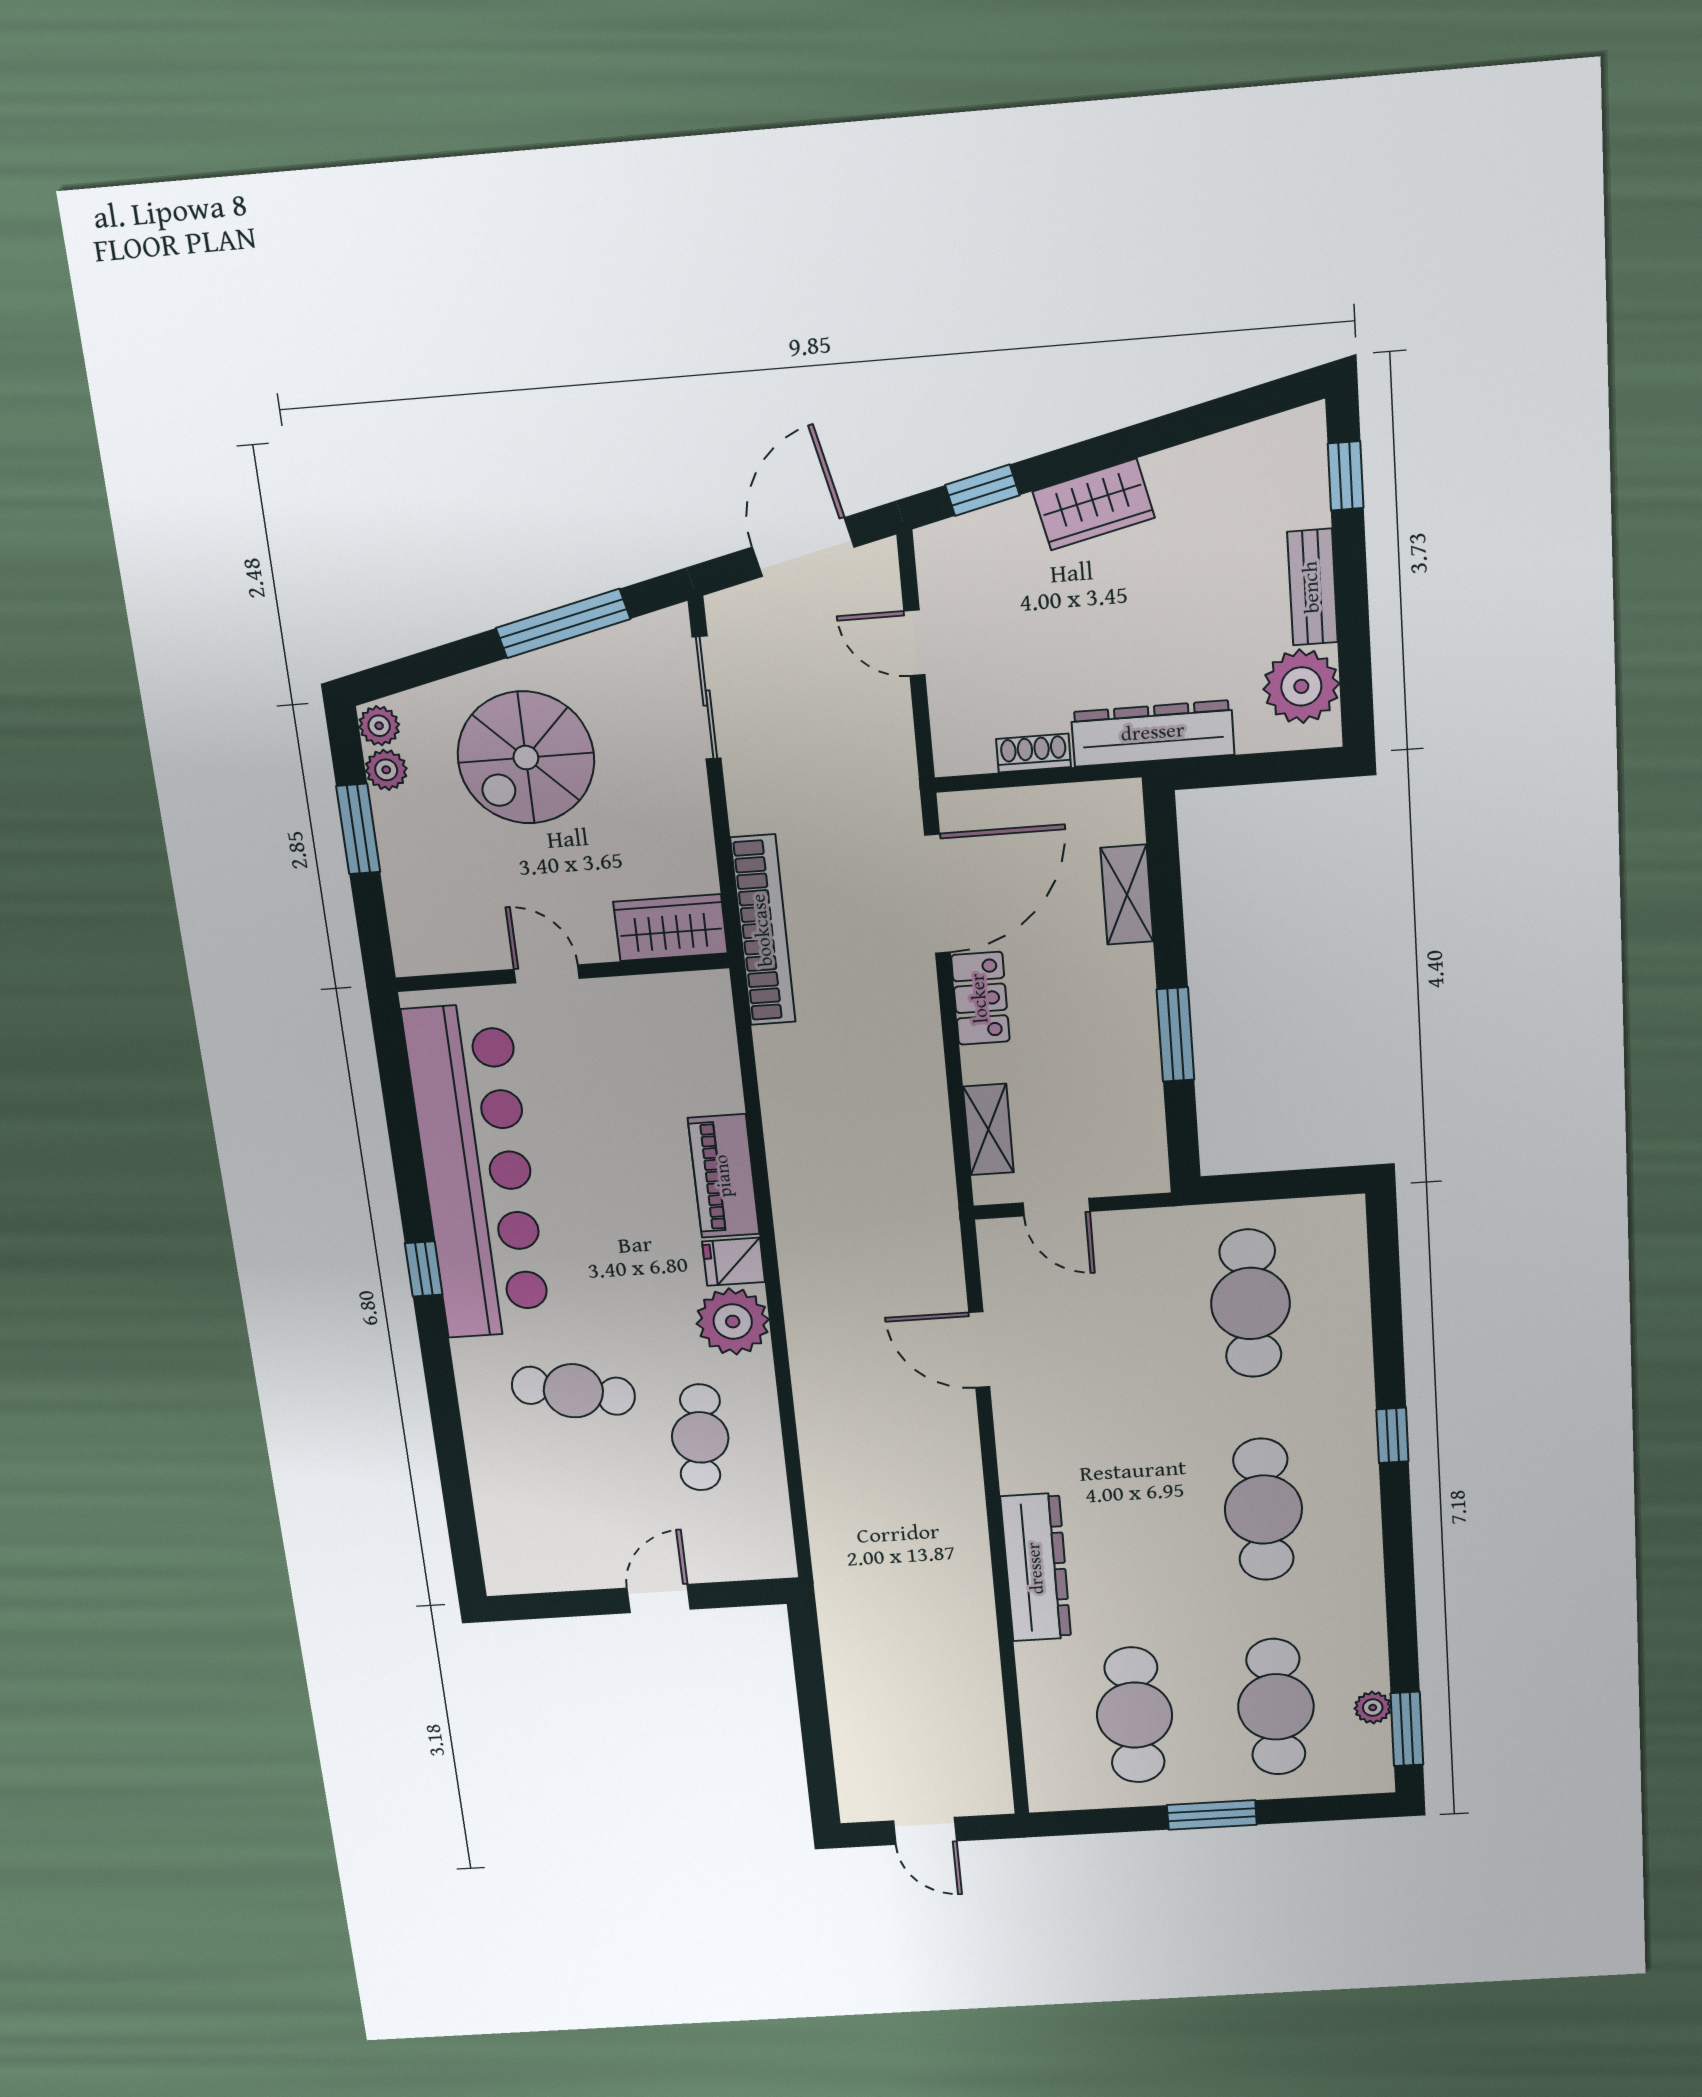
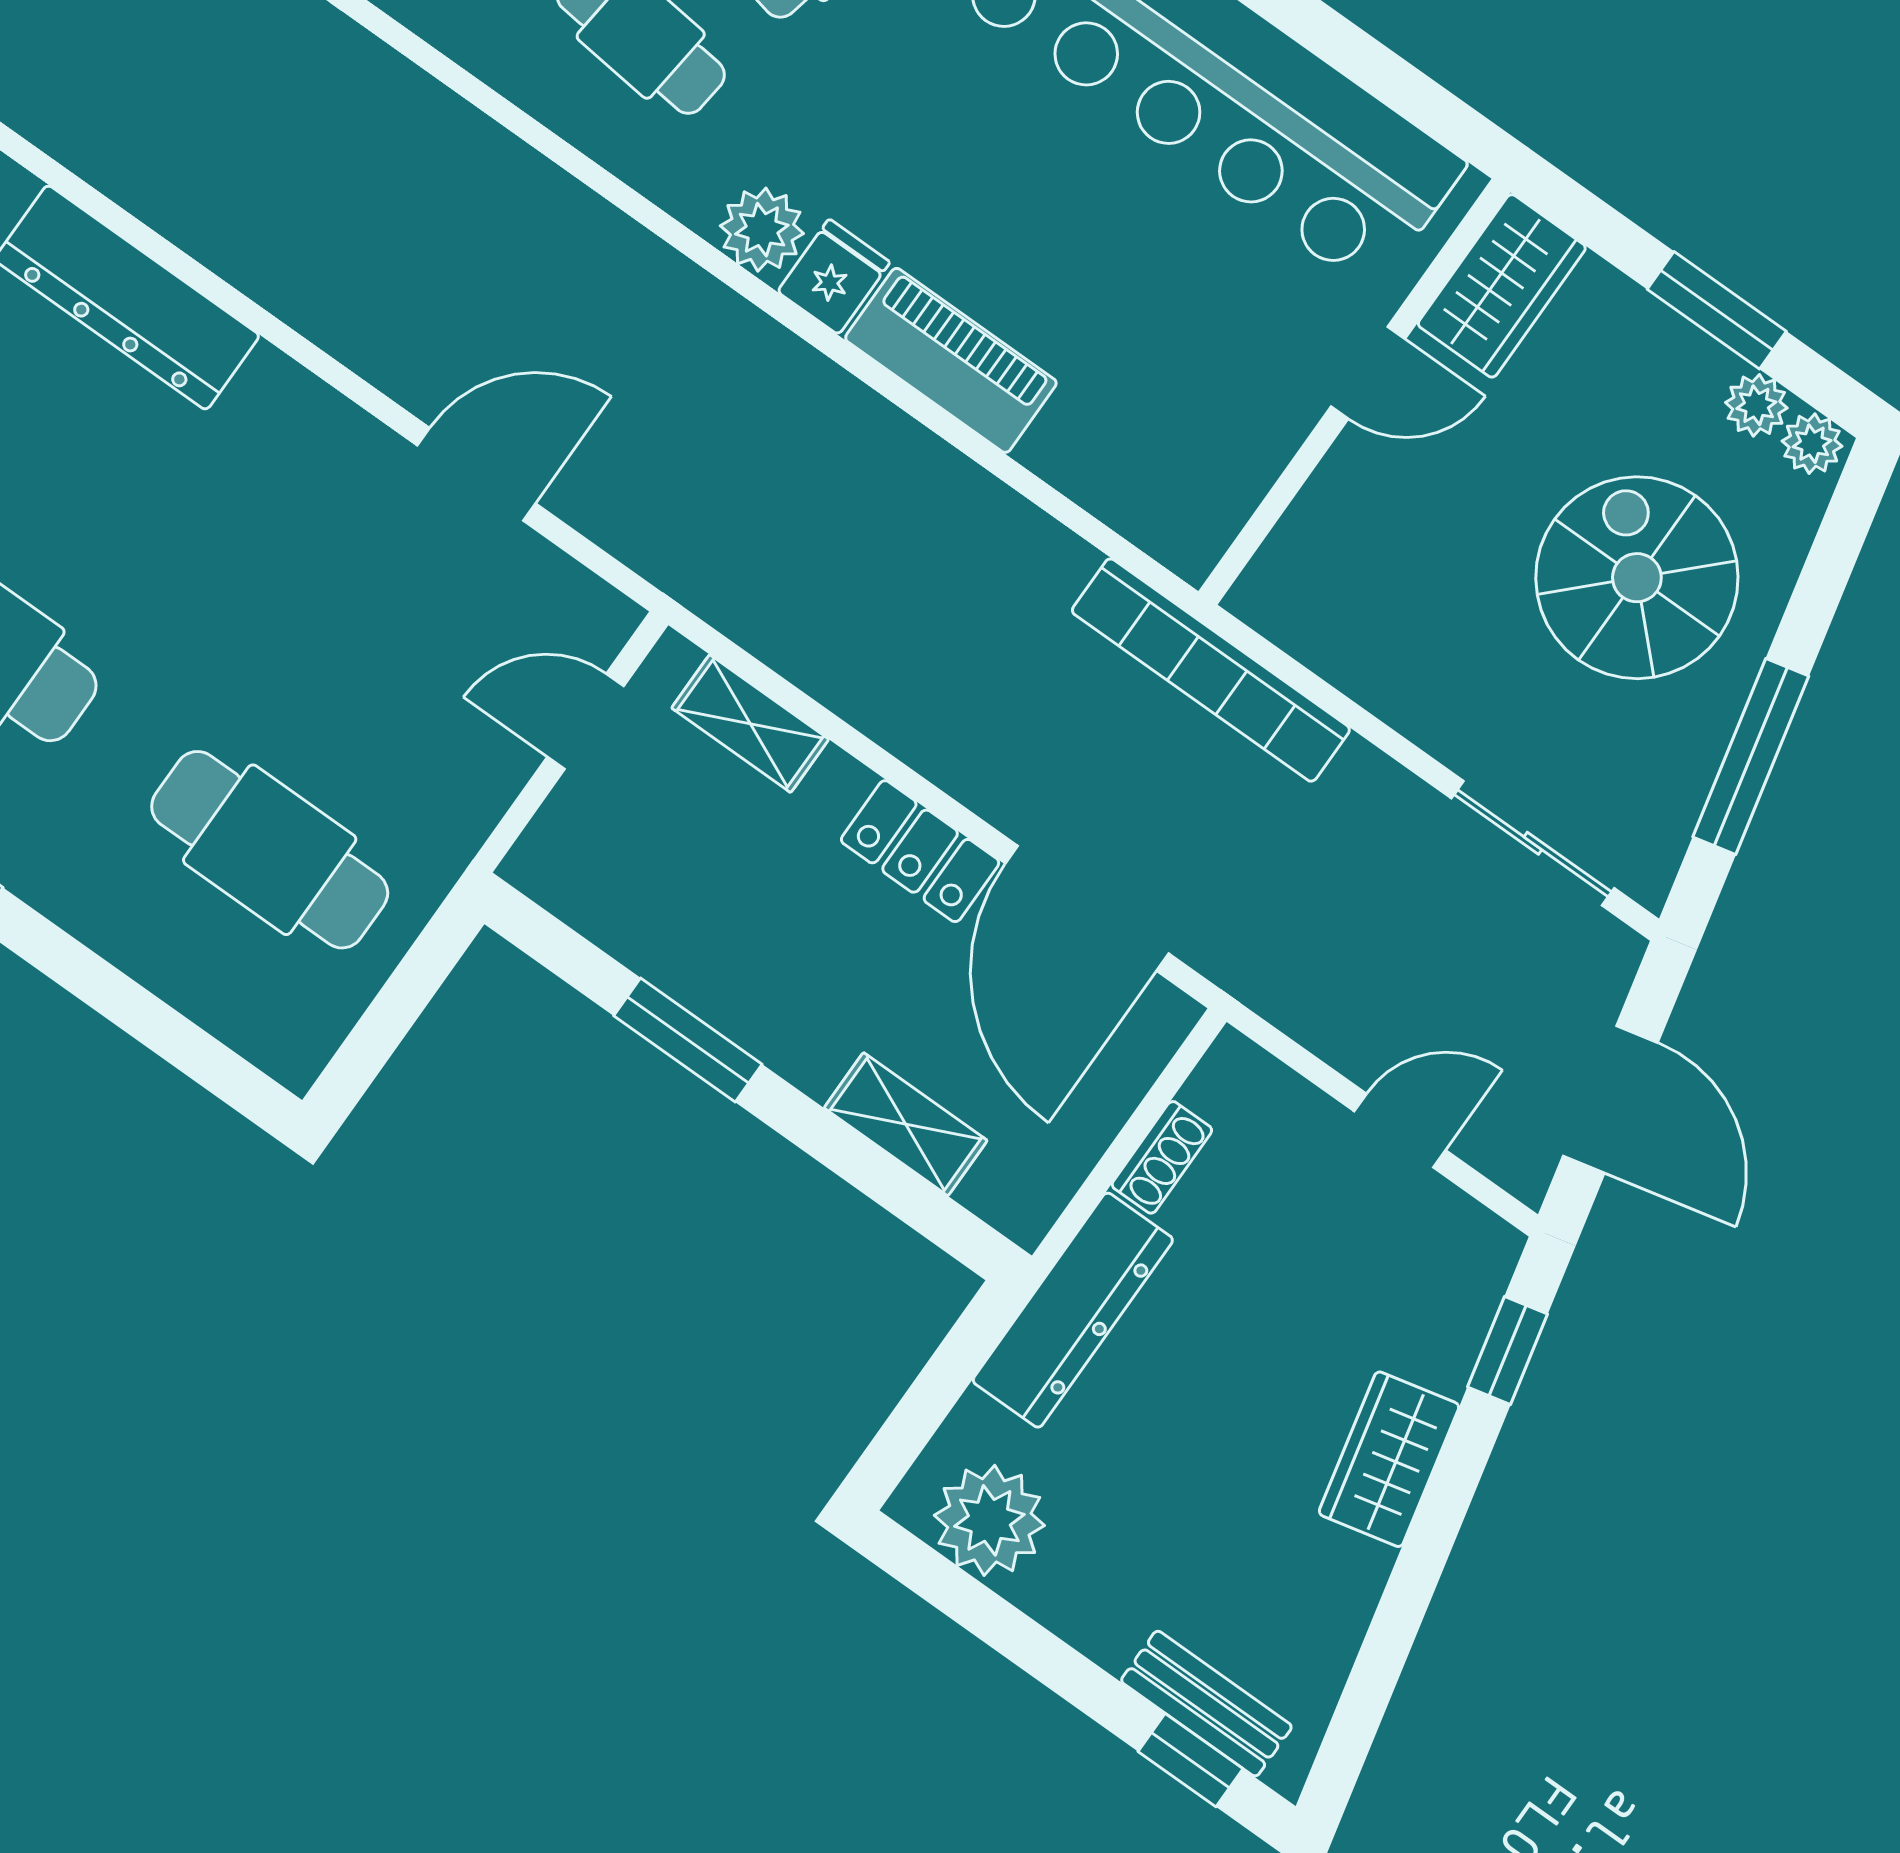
bench: (1312, 587) -> (1206, 1704), moved
wardrobe: (670, 928) -> (1502, 286), moved
plant: (733, 1322) -> (762, 230), width x0.73, depth x0.73

